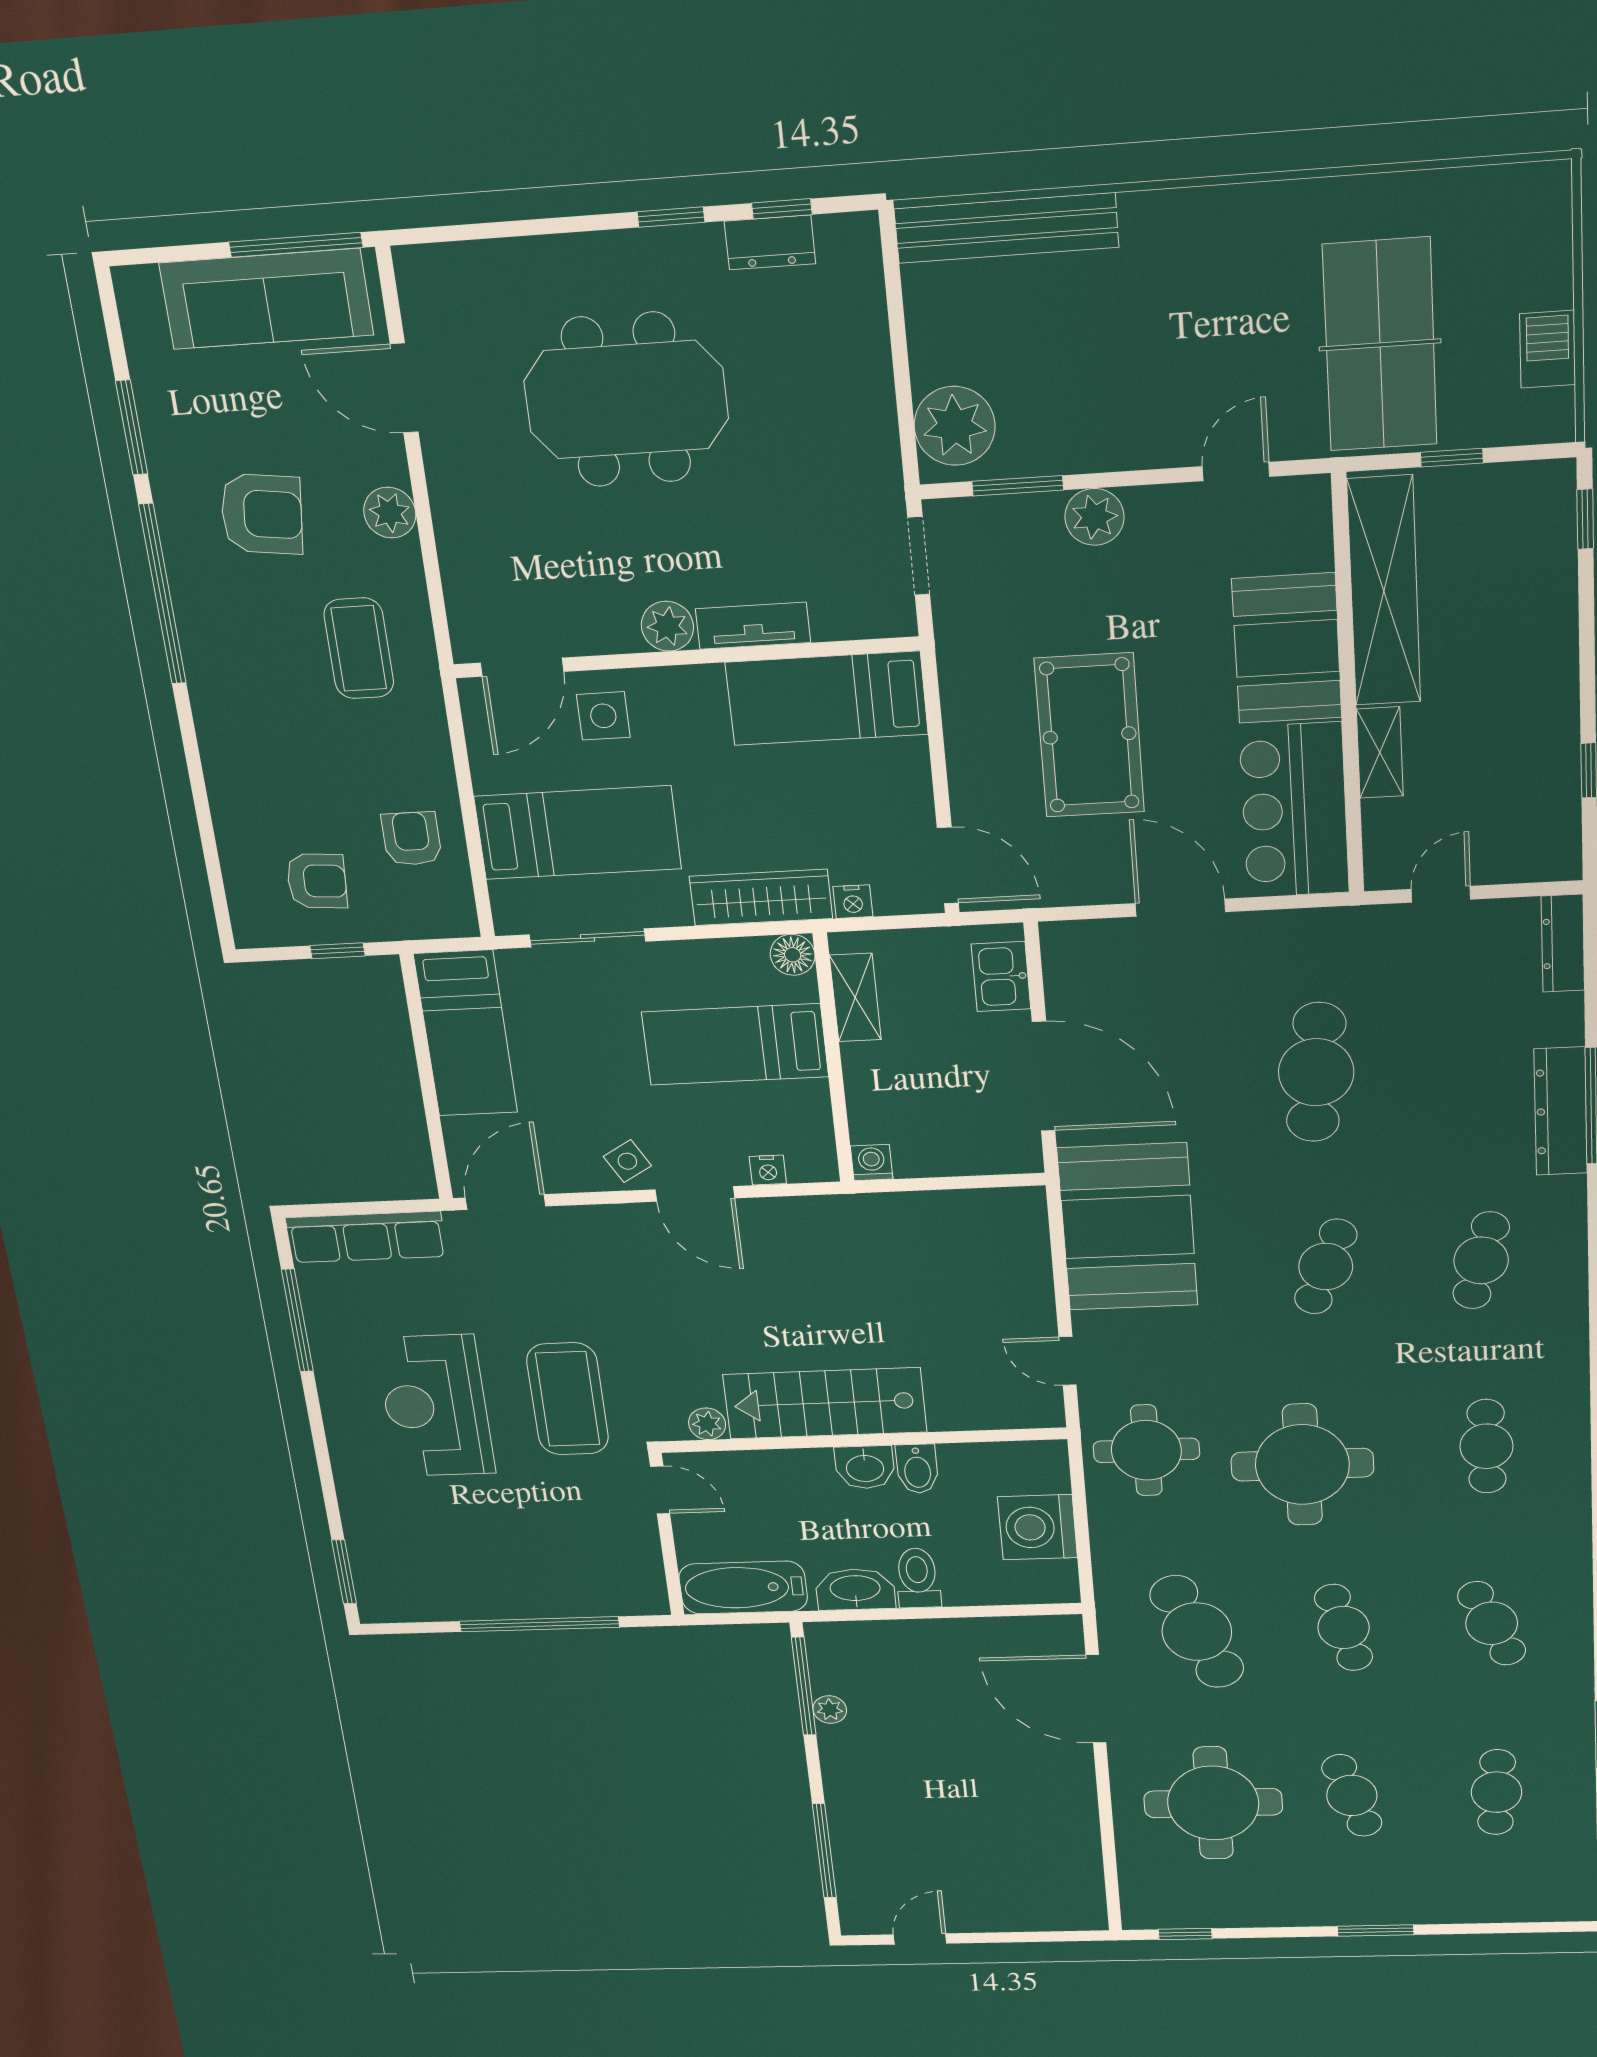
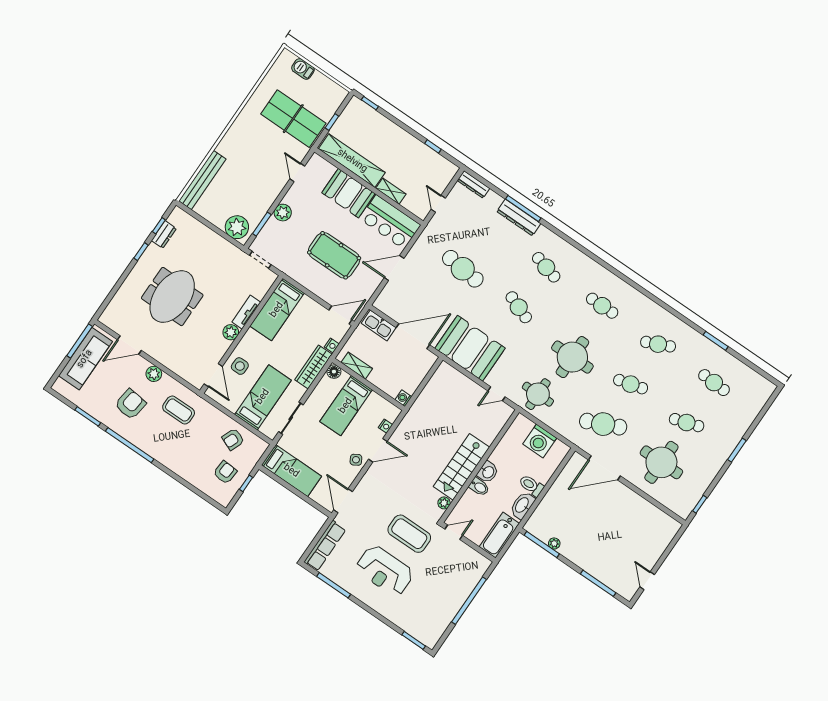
barbecue: (1548, 349) -> (303, 69), moved
armchair: (412, 839) -> (233, 439), turned -68
kitchen sink: (1001, 977) -> (379, 325), width x1.38
bidet: (917, 1469) -> (479, 487), moved

